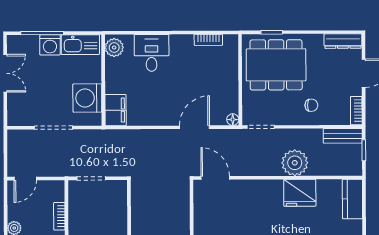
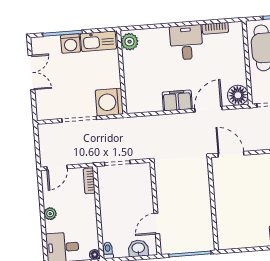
desk: (152, 53) -> (186, 42), moved
washing machine: (87, 98) -> (109, 102), moved
filing cabinet: (115, 110) -> (177, 100), moved, turned -90
floor lamp: (233, 120) -> (238, 95), width x1.89, depth x1.89
bookcase: (59, 216) -> (89, 181), moved

